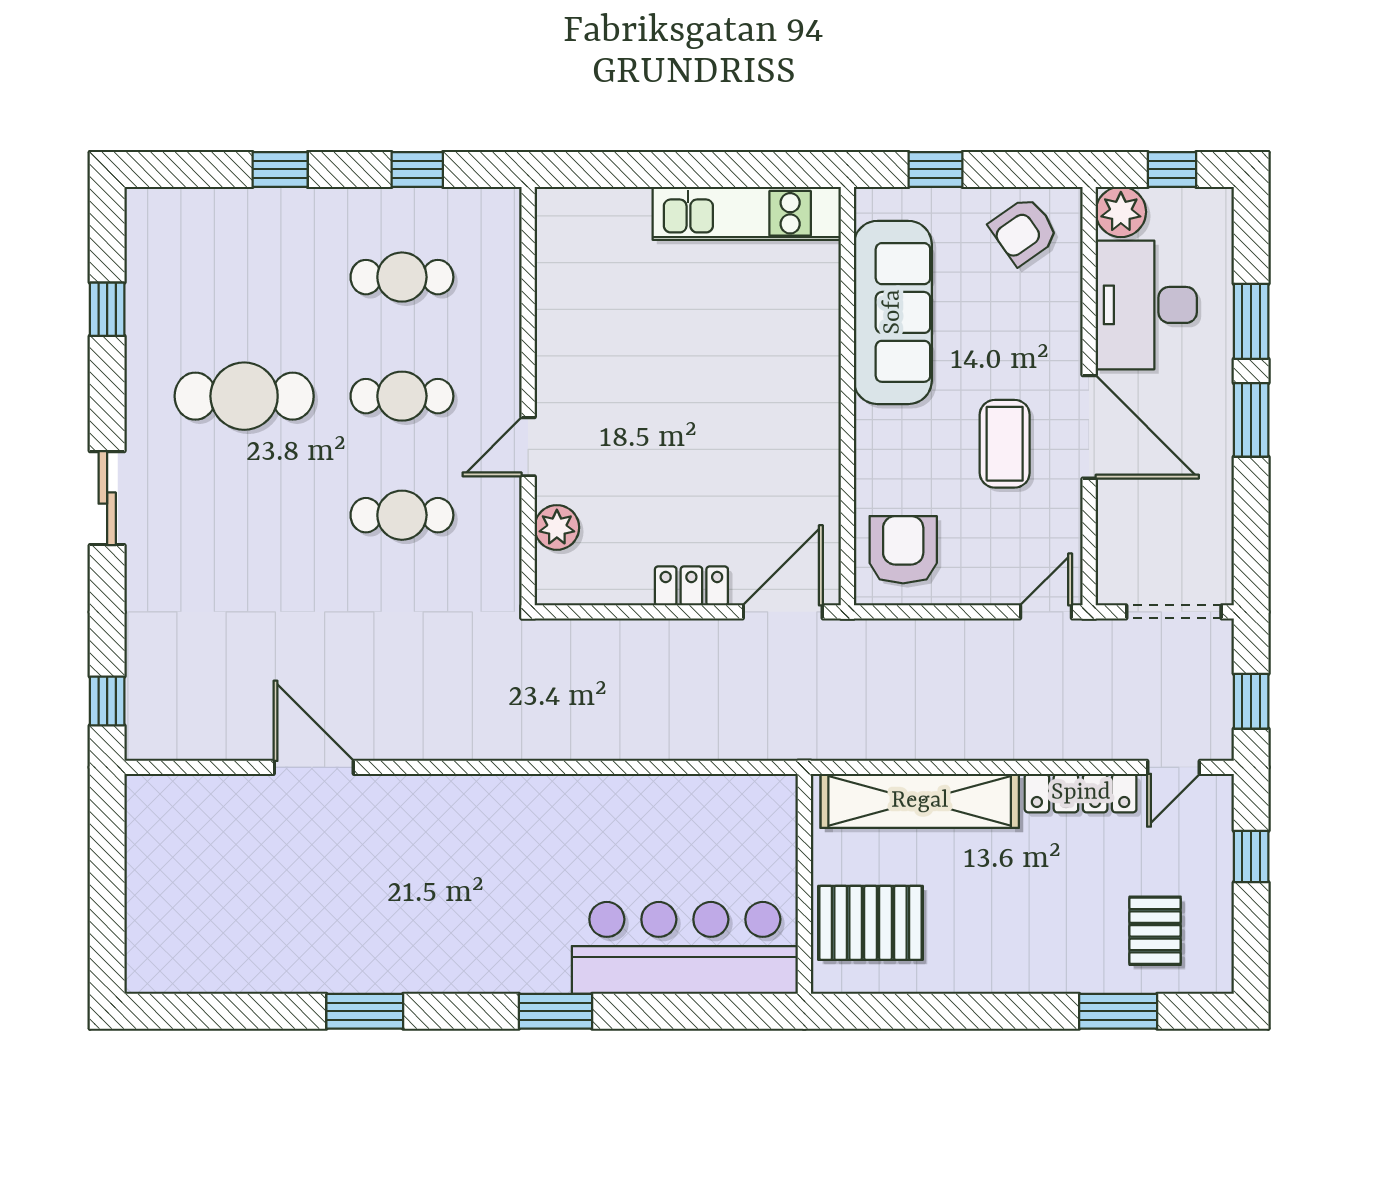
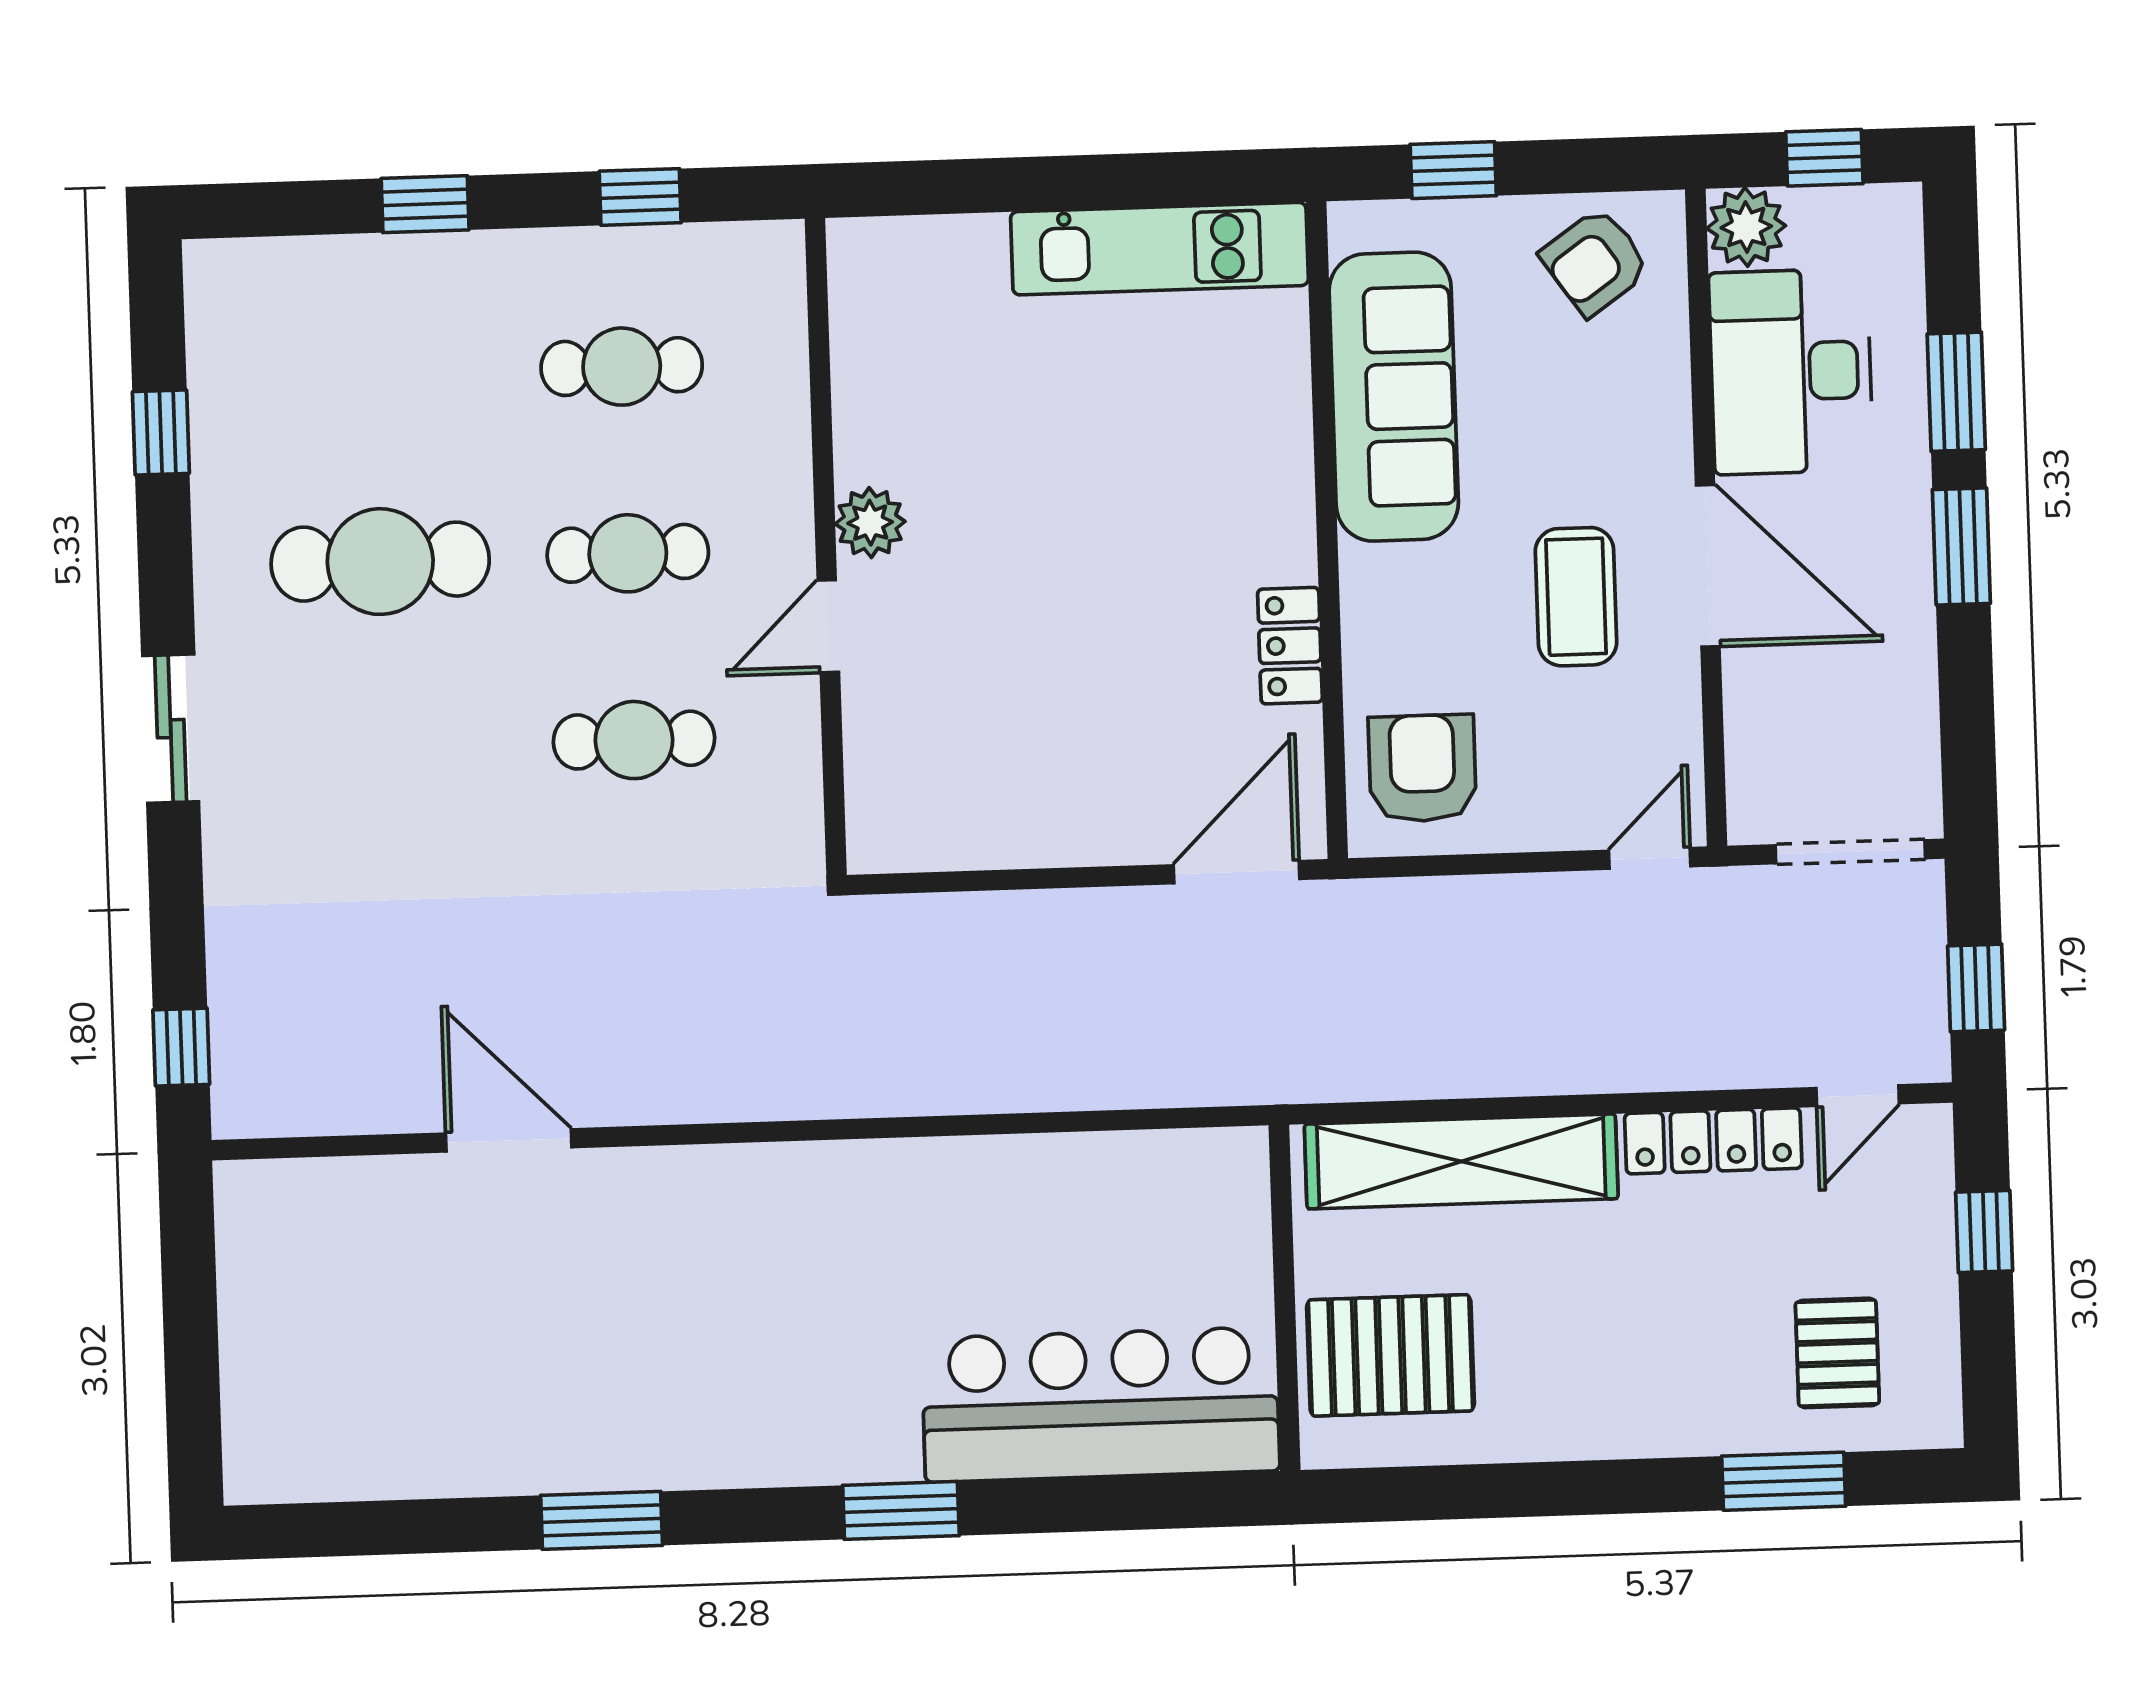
plant: (557, 527) -> (870, 523), moved
locker: (691, 586) -> (1290, 646), moved, turned -90

